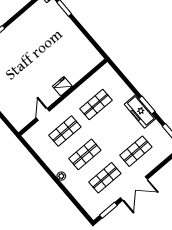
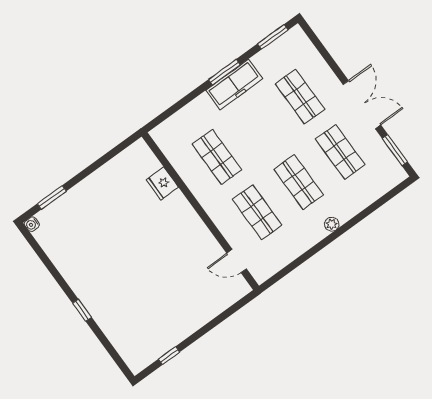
fridge: (62, 86) -> (162, 184), moved
door: (43, 114) -> (237, 261), moved

